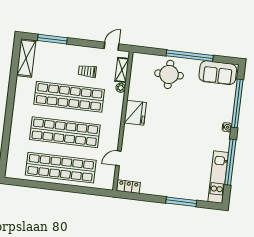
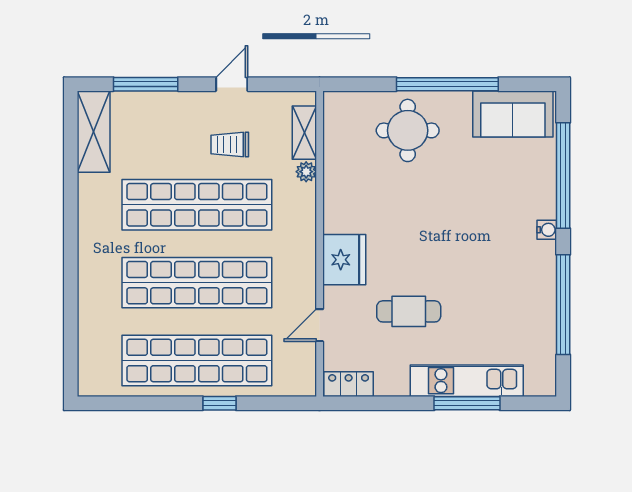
door: (112, 46) -> (232, 84), moved
fridge: (135, 113) -> (344, 260), moved
cafe table: (160, 157) -> (409, 311), added
kitchen unit: (218, 177) -> (467, 381), moved, turned 90
window: (69, 188) -> (219, 403), added

